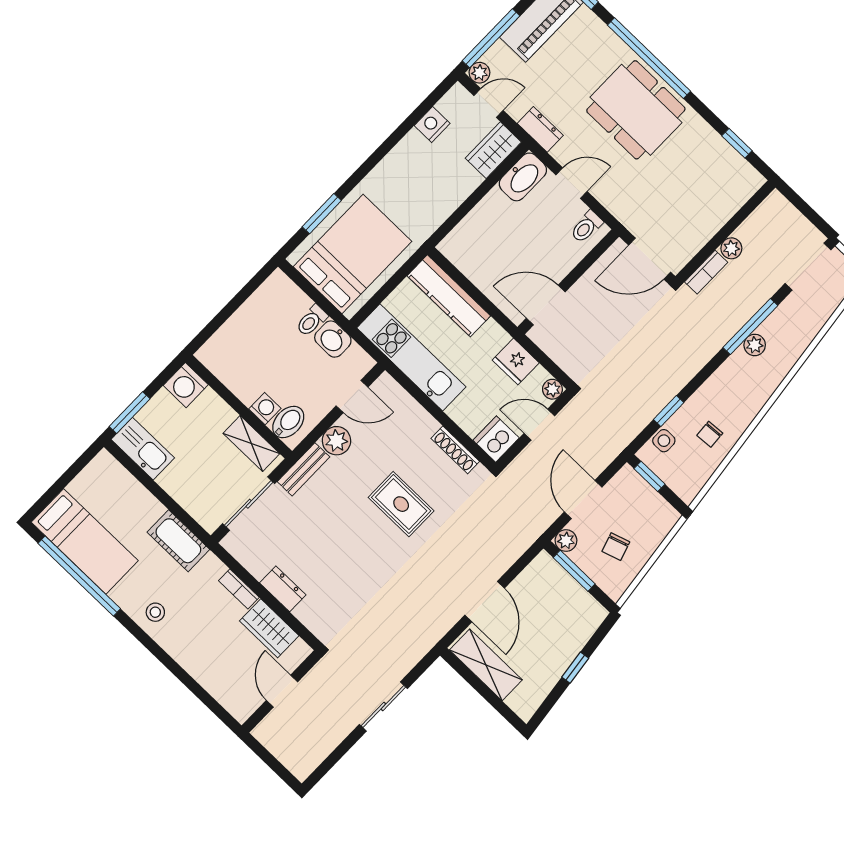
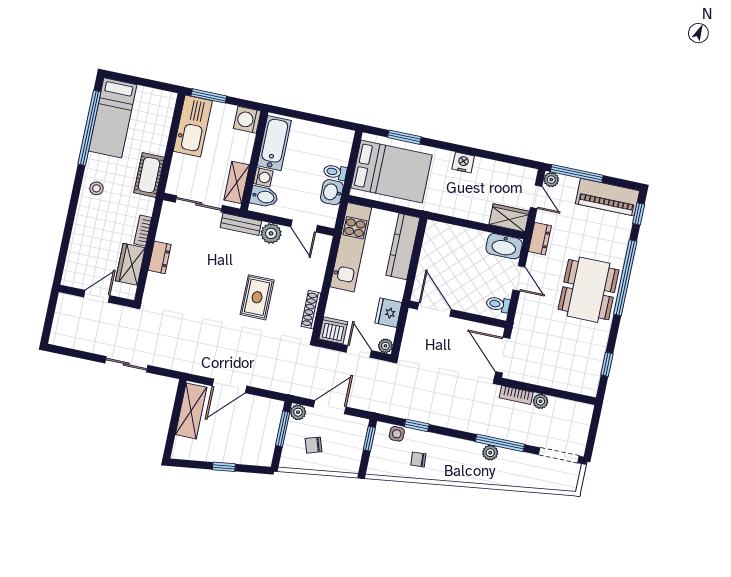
nightstand: (432, 124) -> (463, 162), moved
bathtub: (233, 371) -> (274, 143), added
kitchen sink: (143, 449) -> (193, 126), width x1.36, depth x1.24

